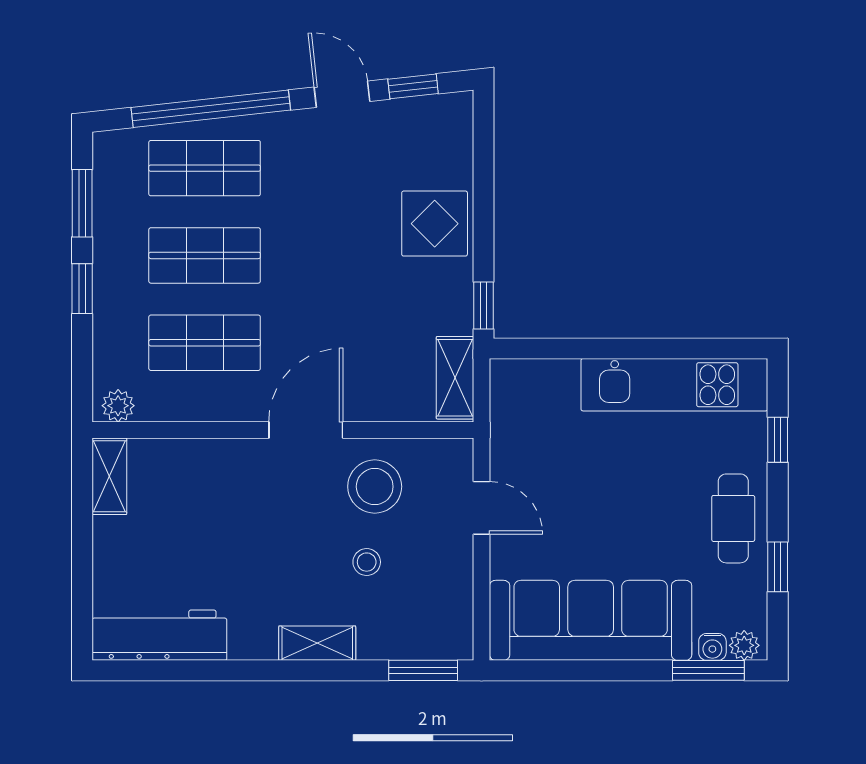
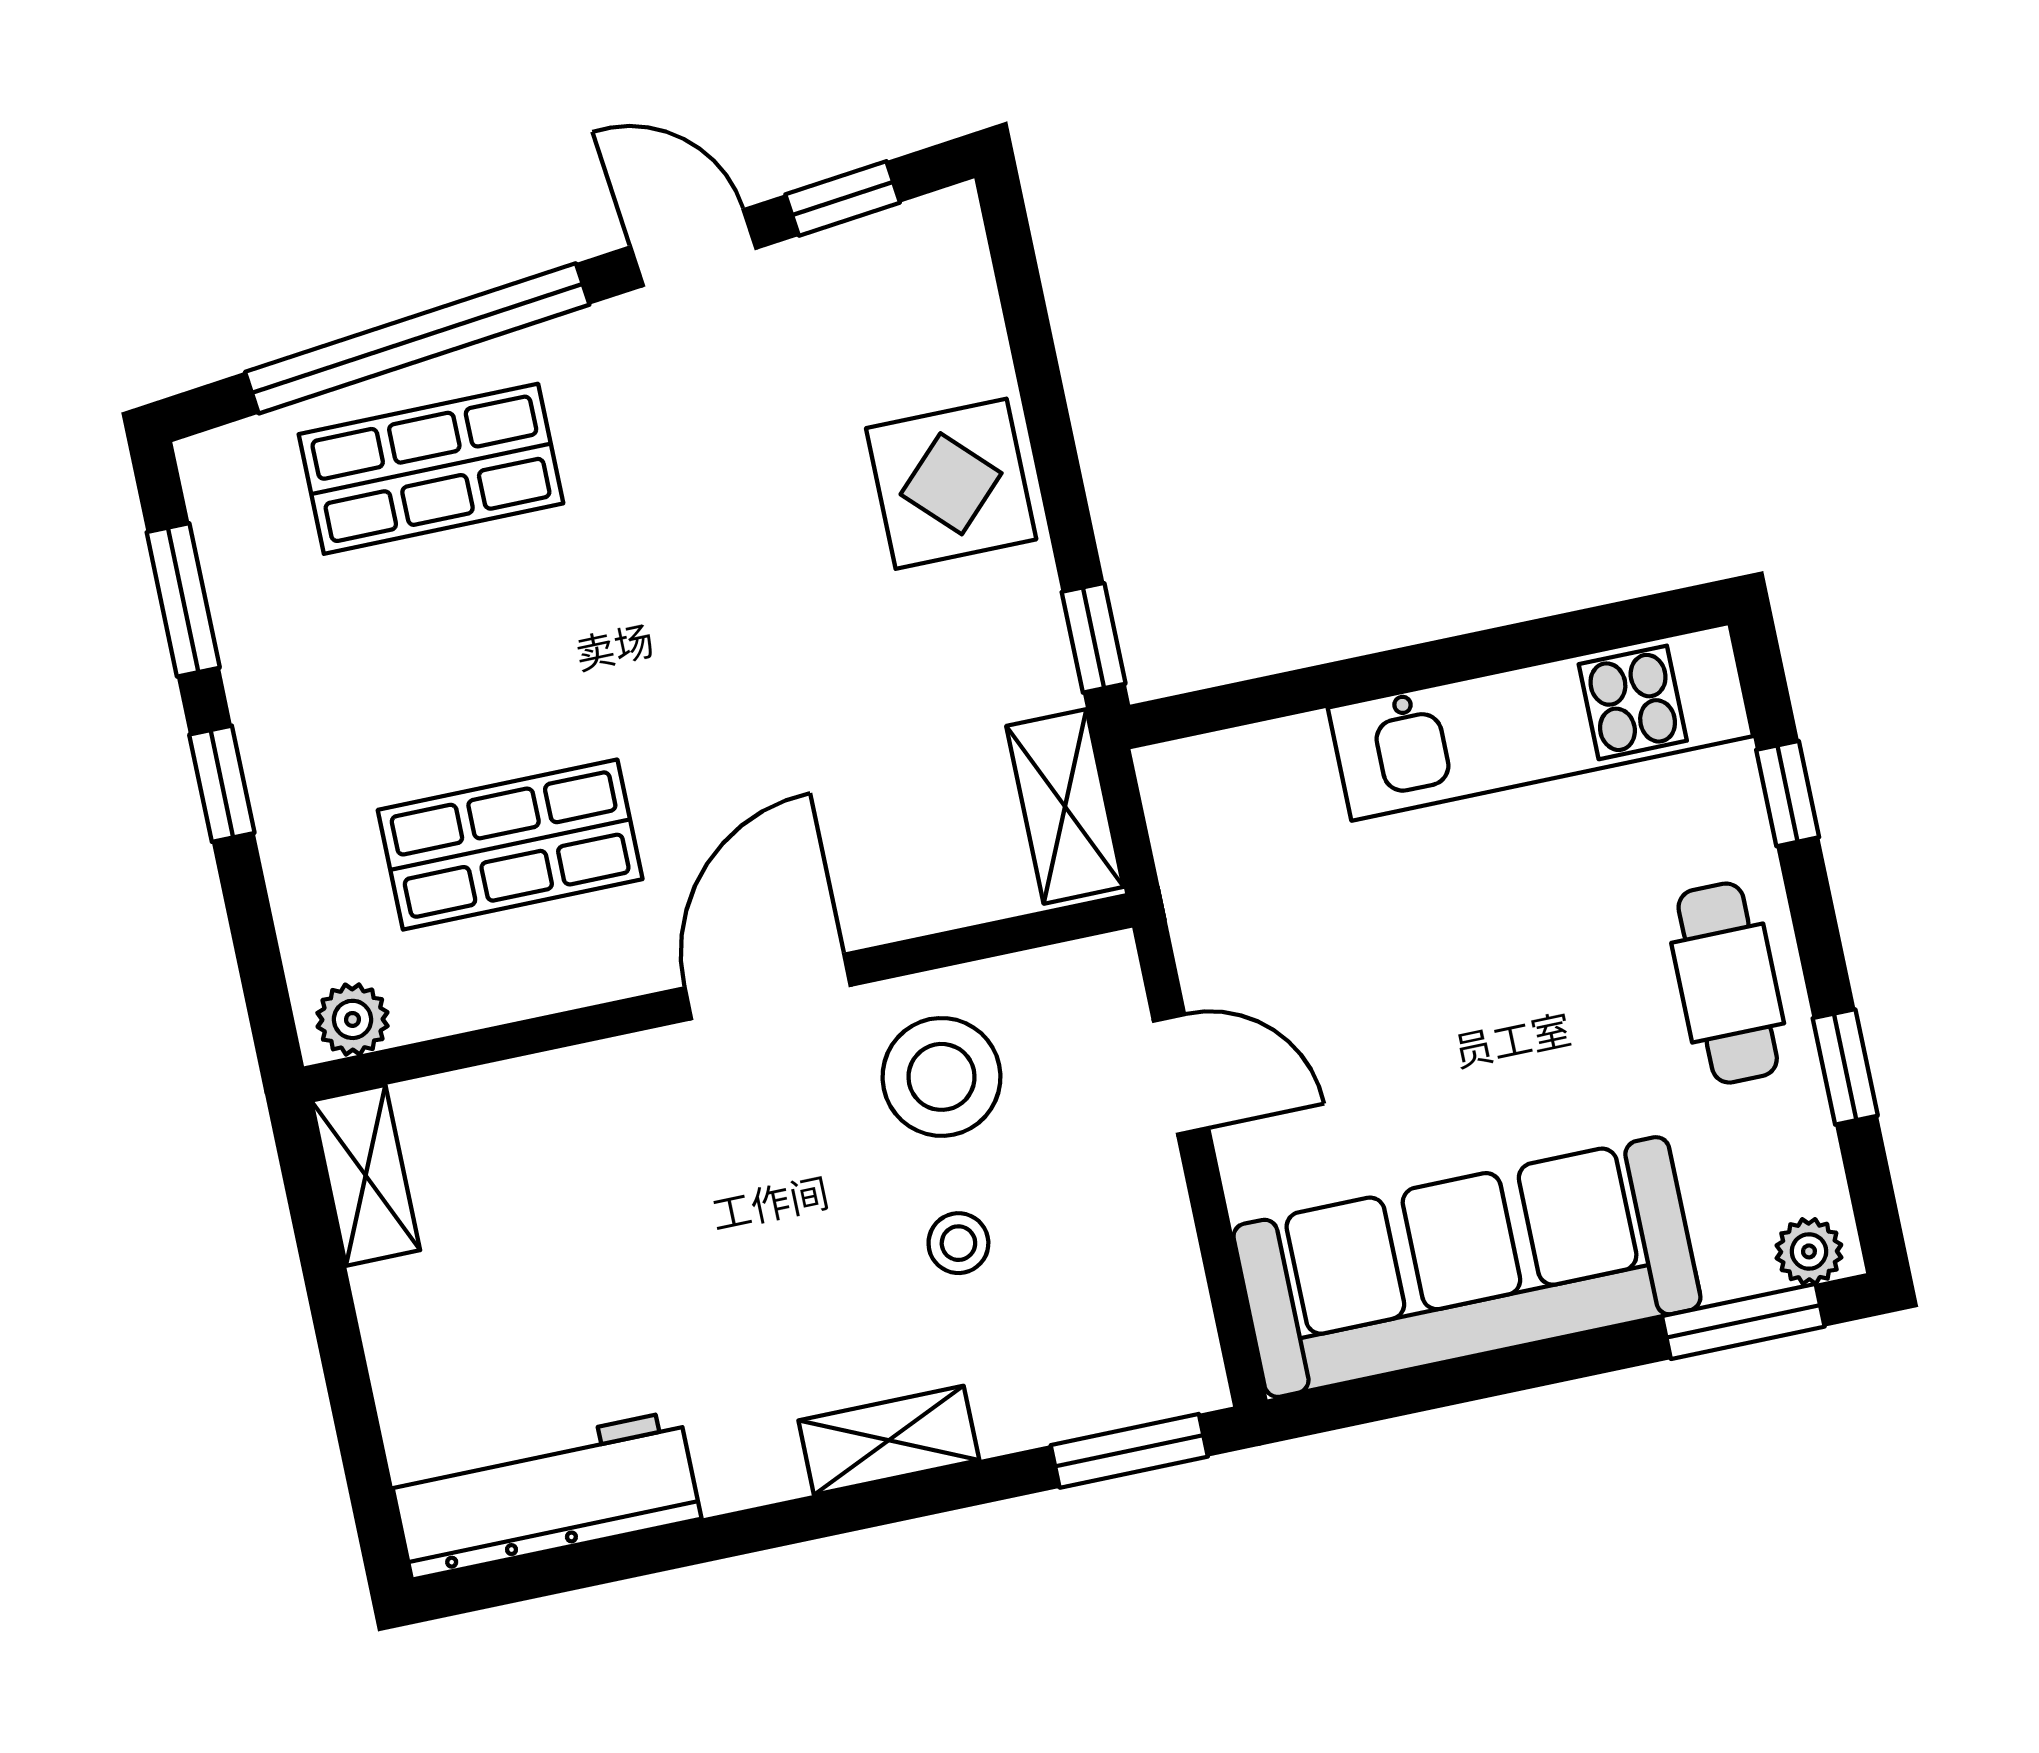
shop shelf: (205, 255) -> (471, 657), removed
water cooler: (712, 647) -> (1741, 1269), removed

